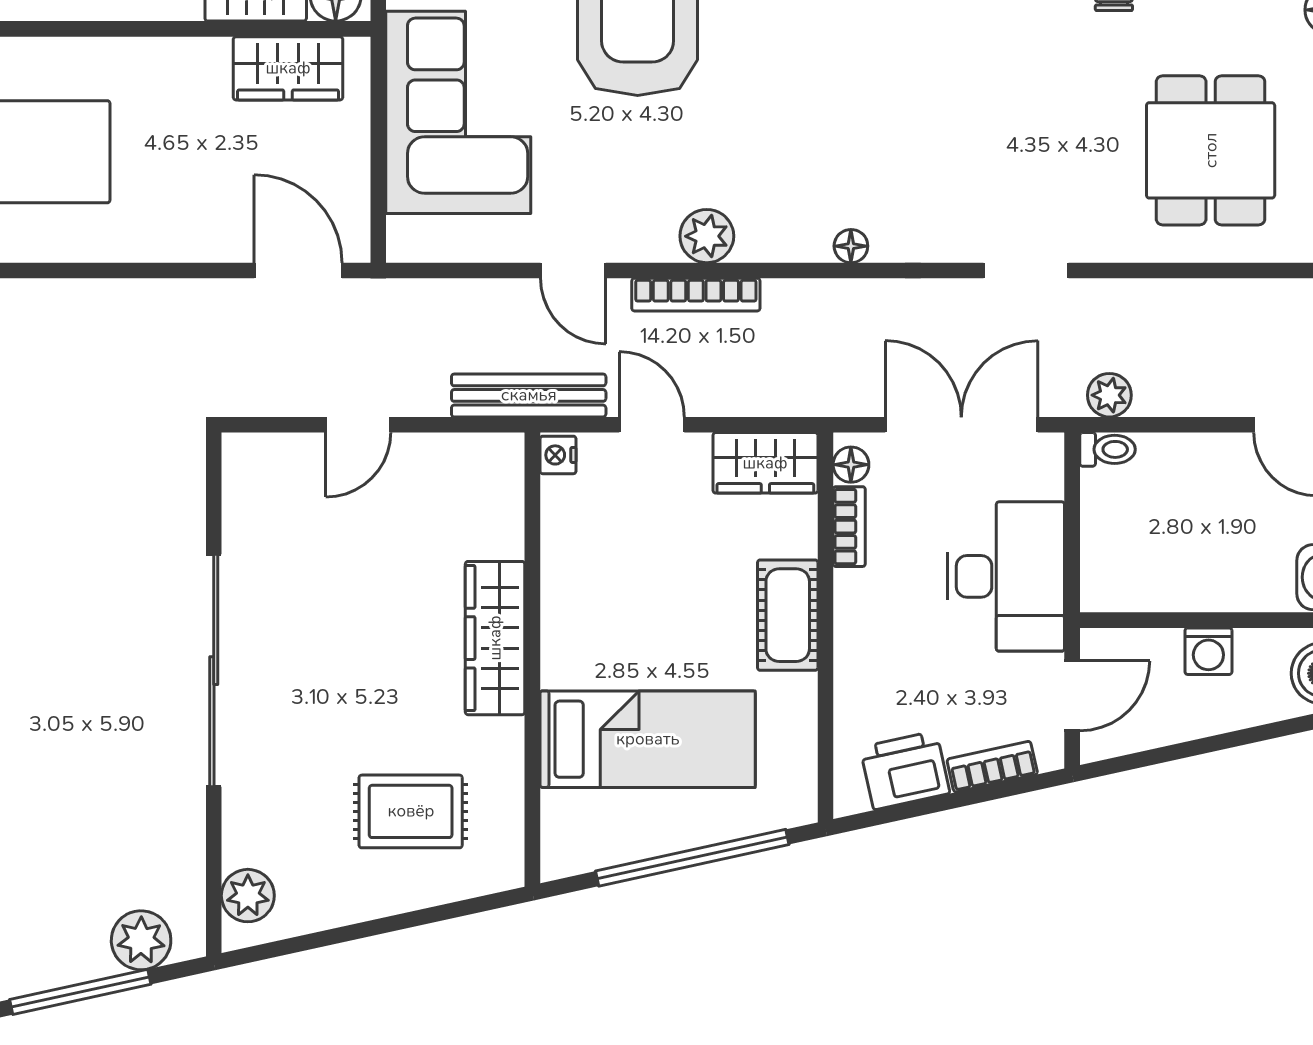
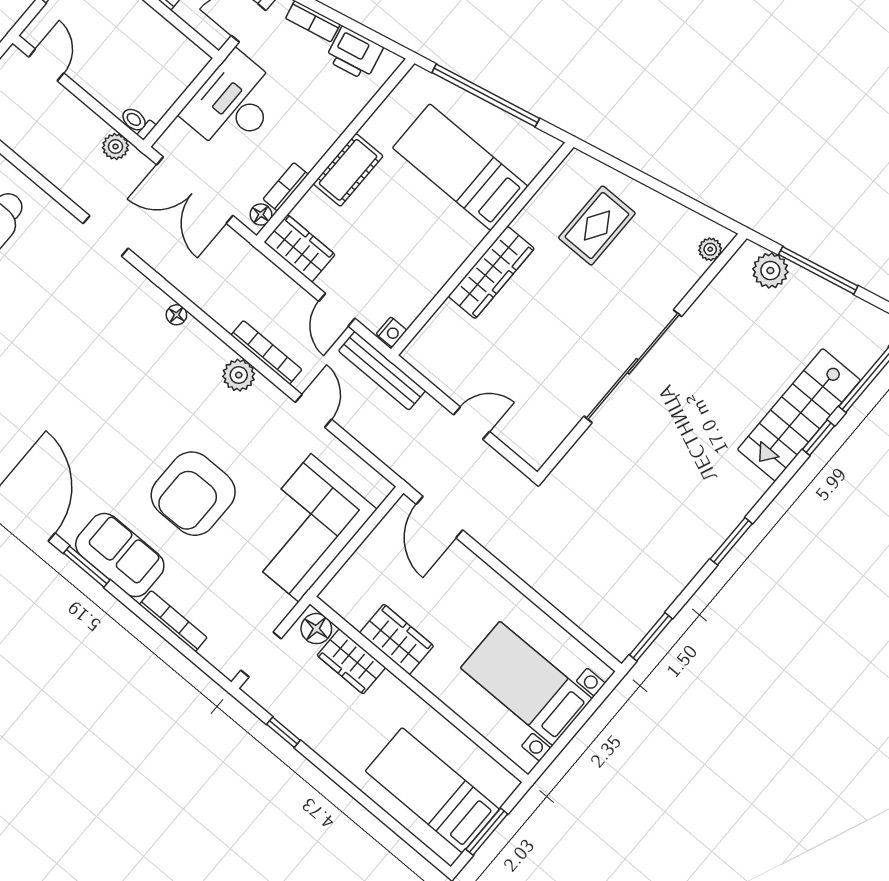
wardrobe: (288, 68) -> (396, 639), moved
rug: (411, 811) -> (597, 225), turned 90
plant: (248, 896) -> (710, 249), width x0.73, depth x0.73

